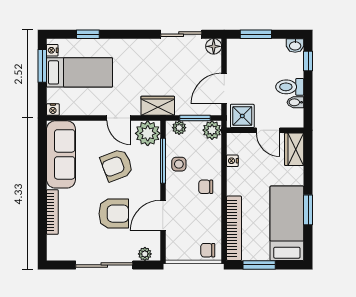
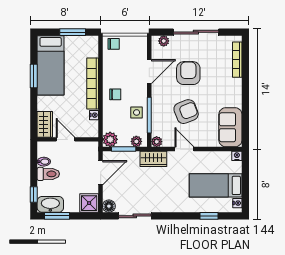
window: (256, 34) -> (57, 216), moved
washbasin: (295, 45) -> (50, 204), width x1.91, depth x1.45
window: (42, 66) -> (245, 191), removed
shower: (242, 116) -> (89, 203), moved
plant: (148, 133) -> (157, 142), width x0.53, depth x0.53
sofa: (61, 154) -> (230, 127), width x0.73
bookcase: (52, 212) -> (237, 60), moved
armchair: (114, 214) -> (188, 73), turned 90
bookcase: (234, 228) -> (93, 84), moved

